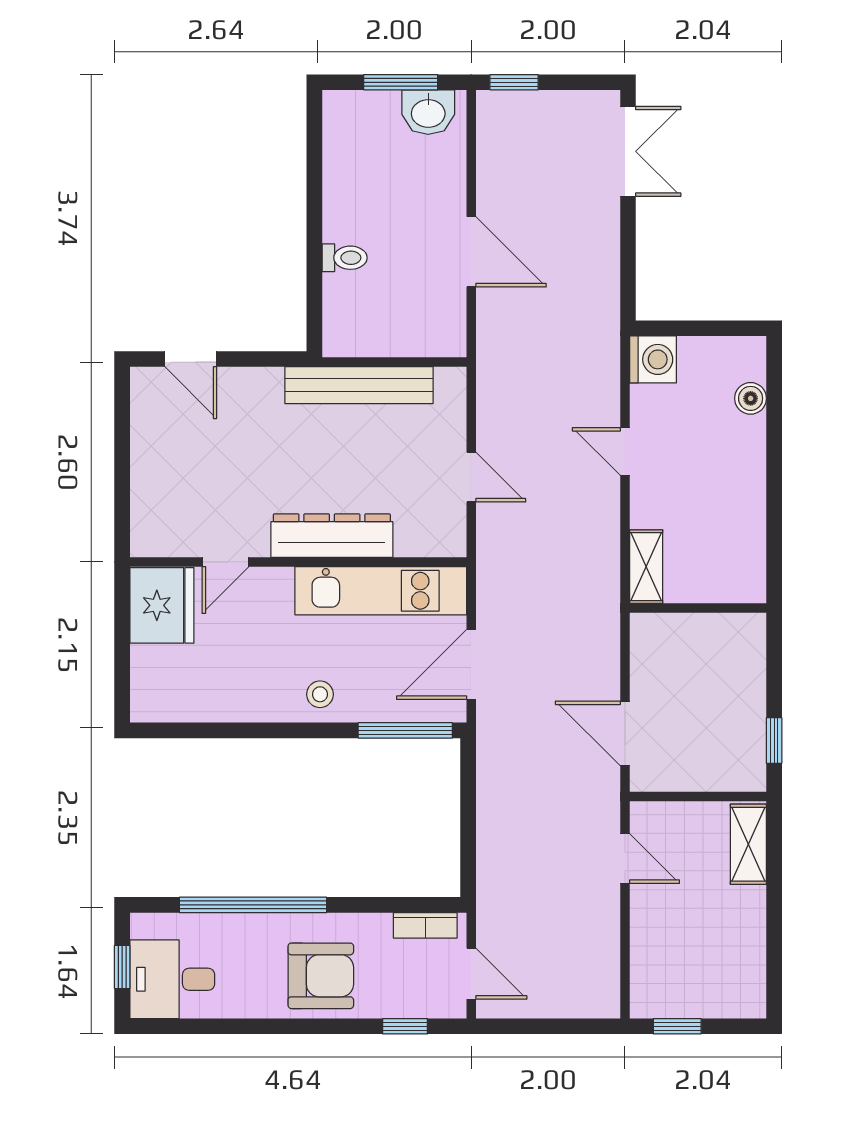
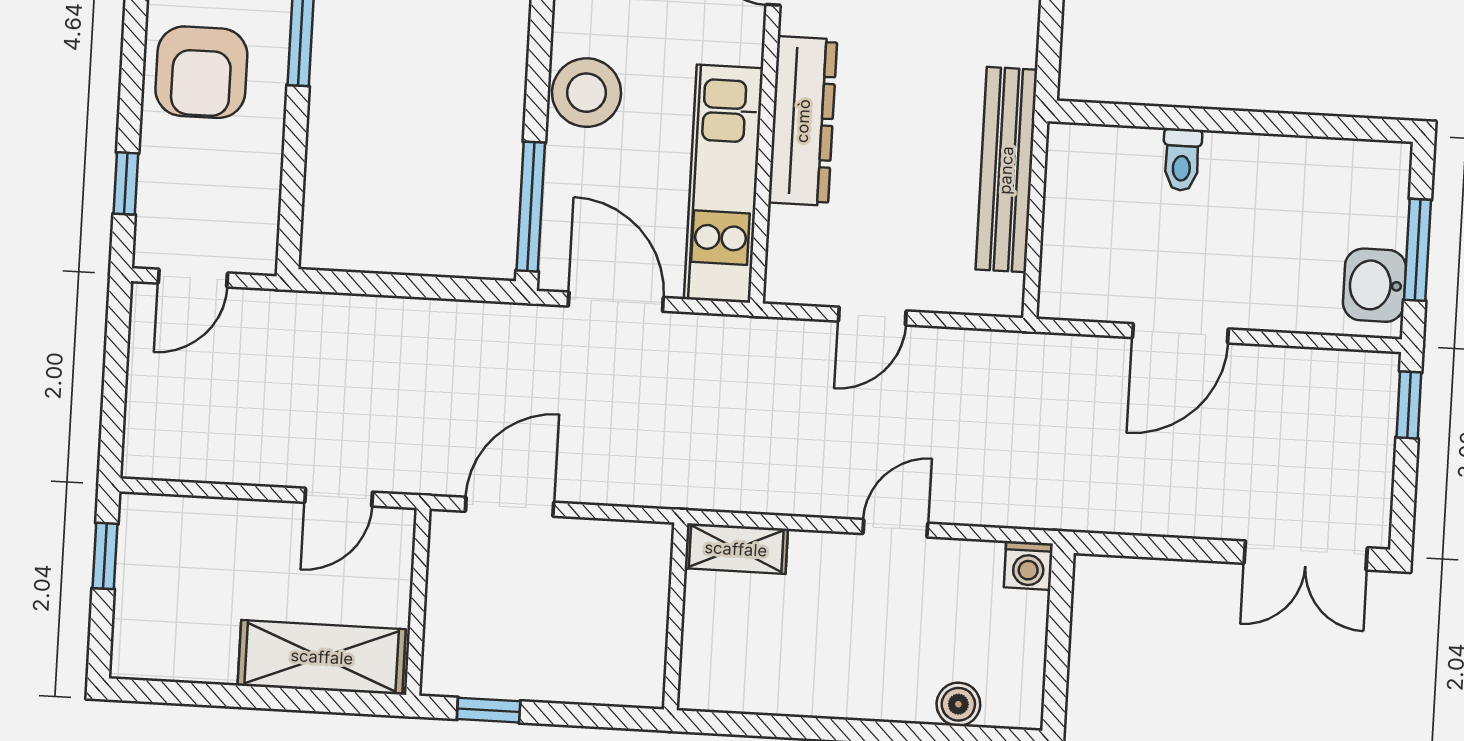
washing machine: (653, 359) -> (1028, 565), width x0.73, depth x0.73
stool: (320, 694) -> (586, 93), width x1.89, depth x1.89
shelving: (748, 844) -> (322, 657), width x1.50, depth x1.33
bookcase: (425, 925) -> (263, 219), removed

